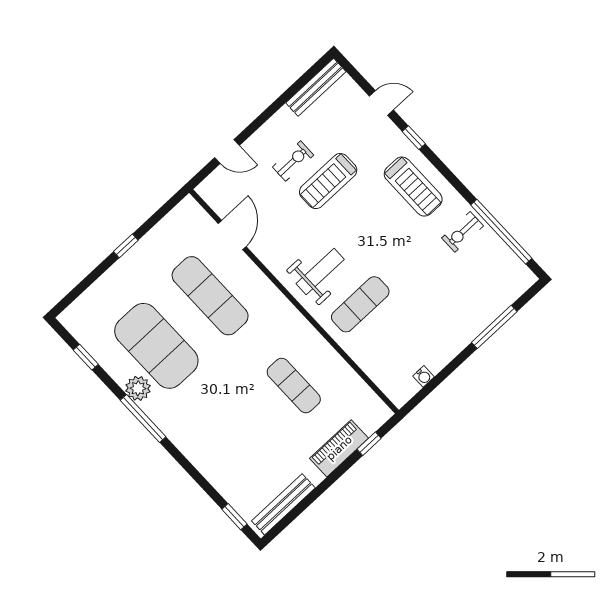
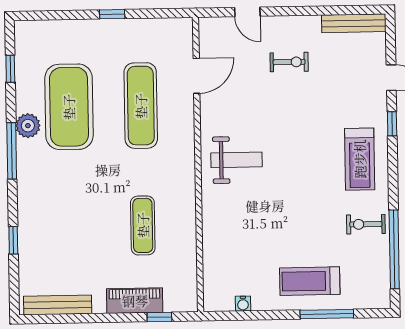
treadmill: (328, 181) -> (310, 281), moved
exercise mat: (360, 304) -> (244, 210), removed
window: (234, 517) -> (13, 240), moved

